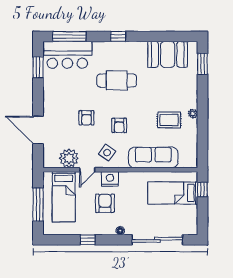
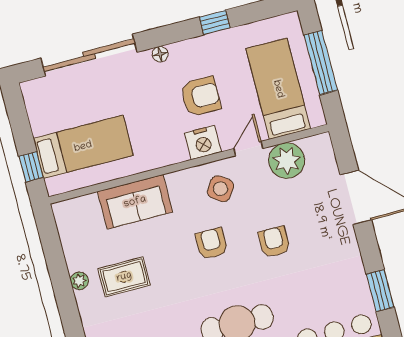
window: (38, 67) -> (380, 291), moved
plant: (193, 114) -> (79, 281), moved
sofa: (153, 157) -> (135, 202), width x0.73
armchair: (105, 203) -> (201, 96), turned -90

